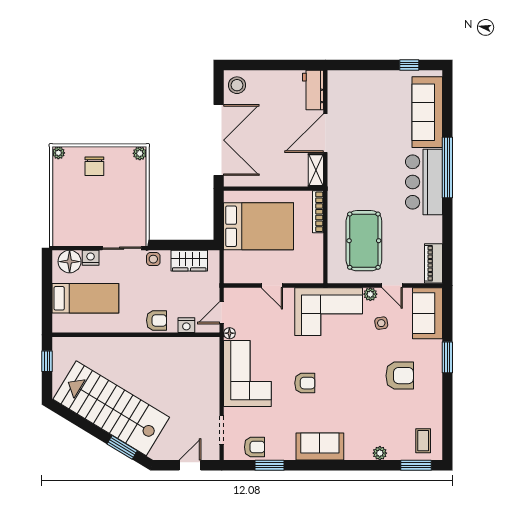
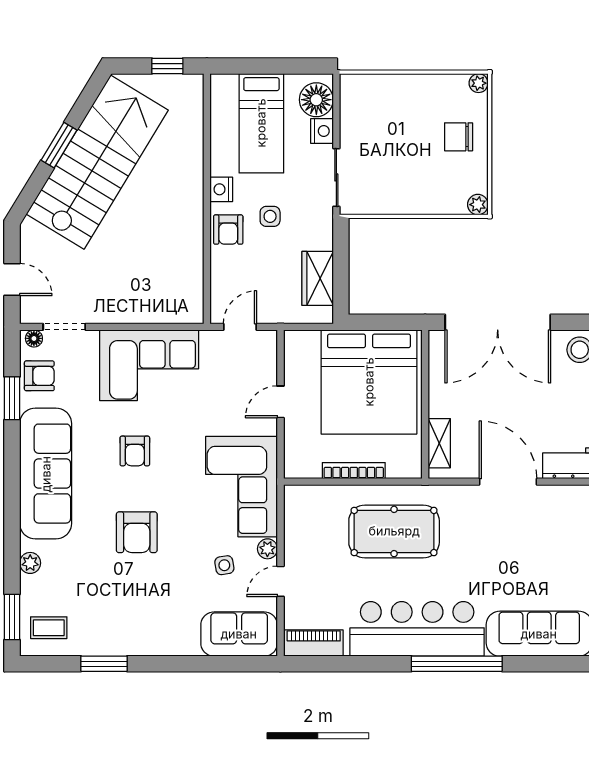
shelving: (316, 170) -> (439, 443), moved, turned 90
bar counter: (424, 182) -> (417, 629), width x1.36
bookcase: (318, 212) -> (354, 471), moved
bed: (259, 226) -> (369, 382), width x1.36
pool table: (364, 241) -> (394, 531), moved
side table: (153, 259) -> (270, 216), moved
door: (222, 313) -> (240, 327), hinge flipped
nightstand: (186, 325) -> (221, 189), moved
floor lamp: (229, 333) -> (34, 338), moved
window: (447, 357) -> (104, 664), moved
armchair: (400, 376) -> (137, 532), moved
window: (122, 447) -> (59, 145), moved
armchair: (254, 447) -> (39, 376), turned -90
sofa: (320, 447) -> (46, 474), width x1.85, depth x1.27

